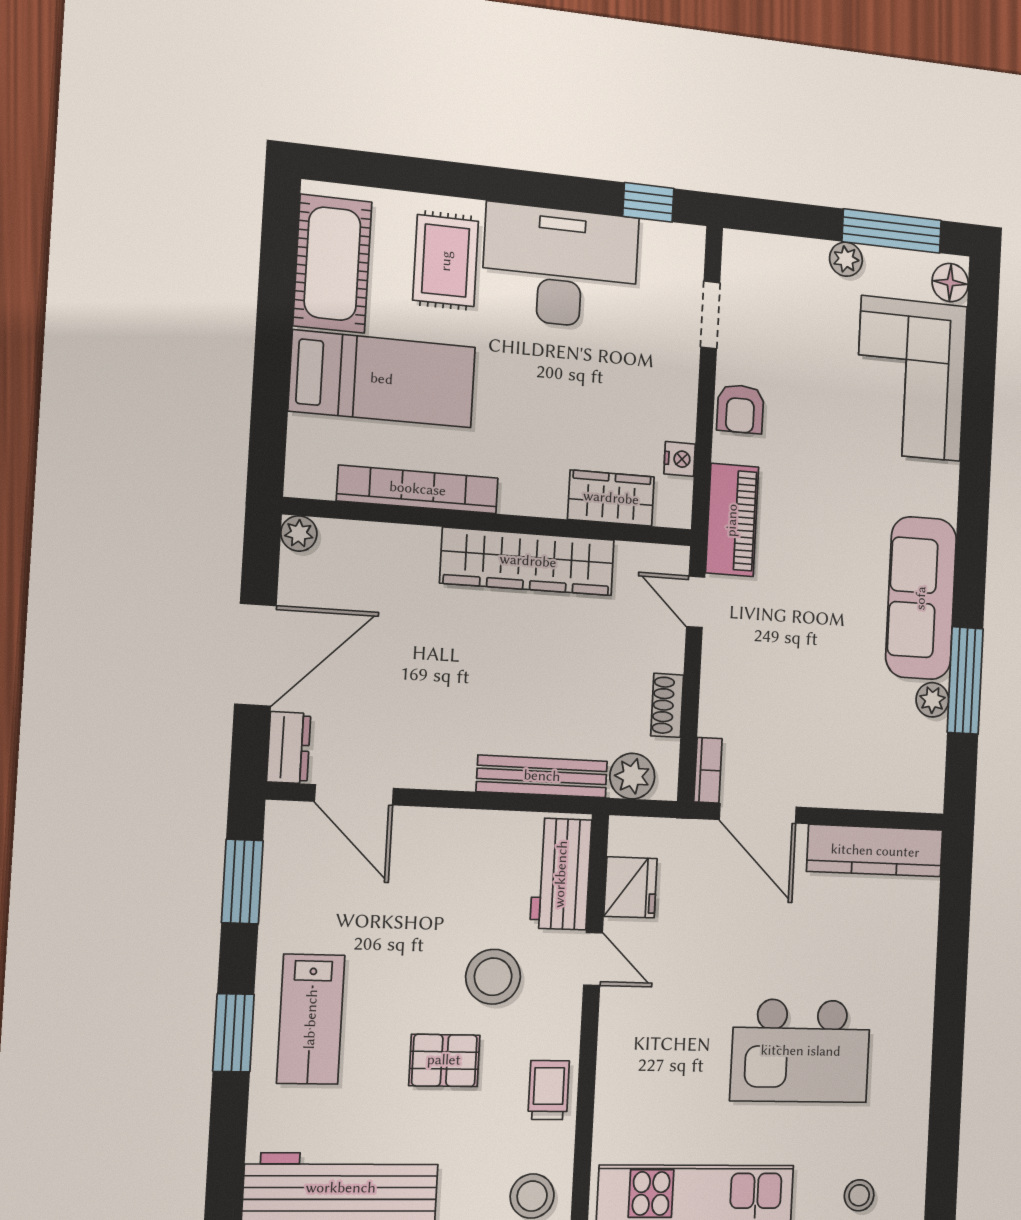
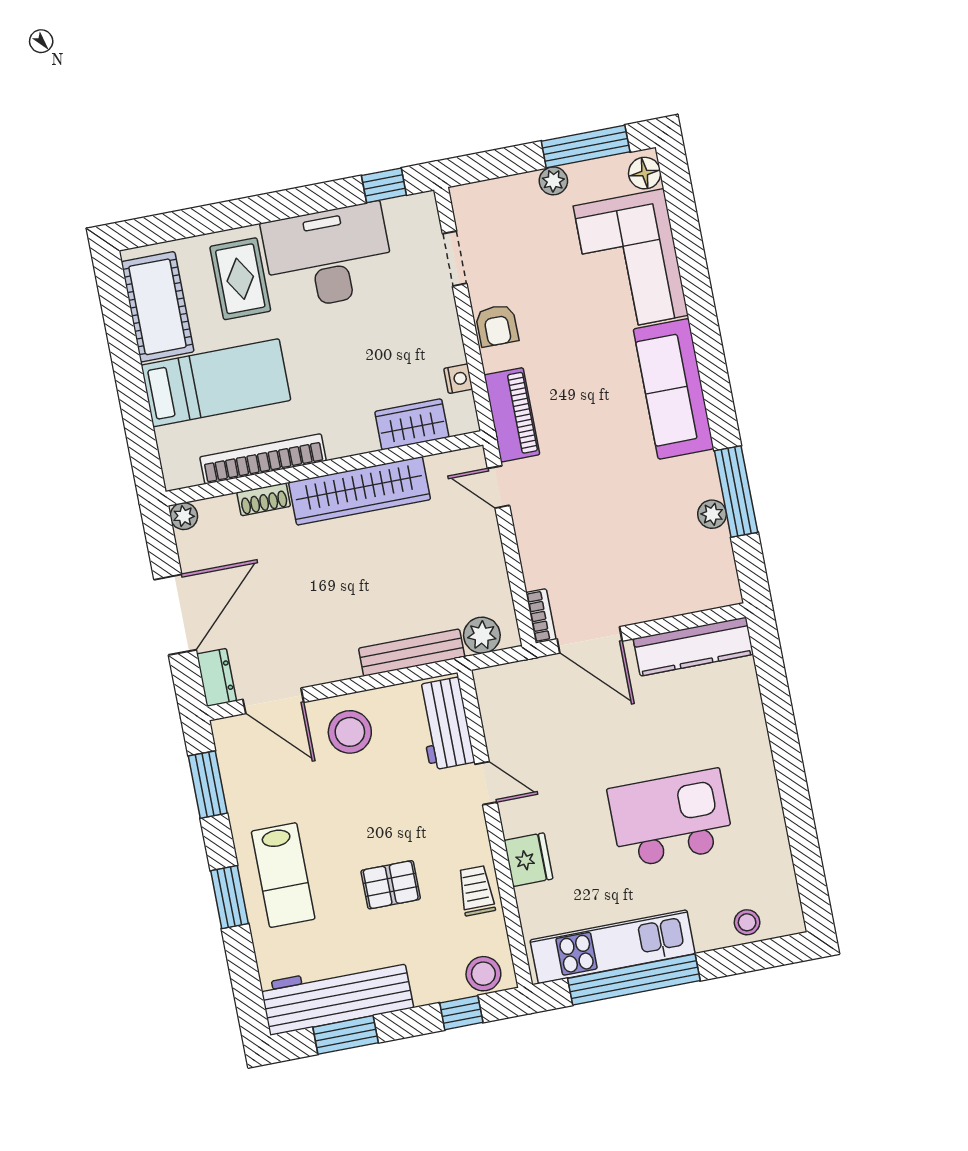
sofa: (921, 598) -> (674, 389), moved
shoe rack: (667, 705) -> (264, 499), moved, turned -90
fridge: (631, 887) -> (528, 860), moved
stool: (493, 977) -> (350, 732), moved
kitchen island: (801, 1051) -> (671, 818), turned 180

